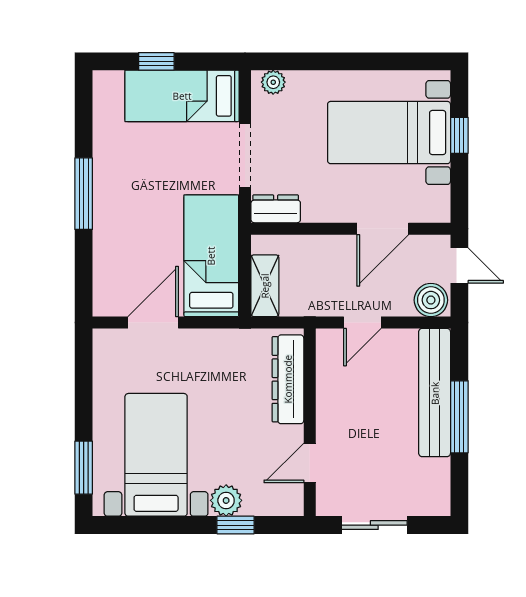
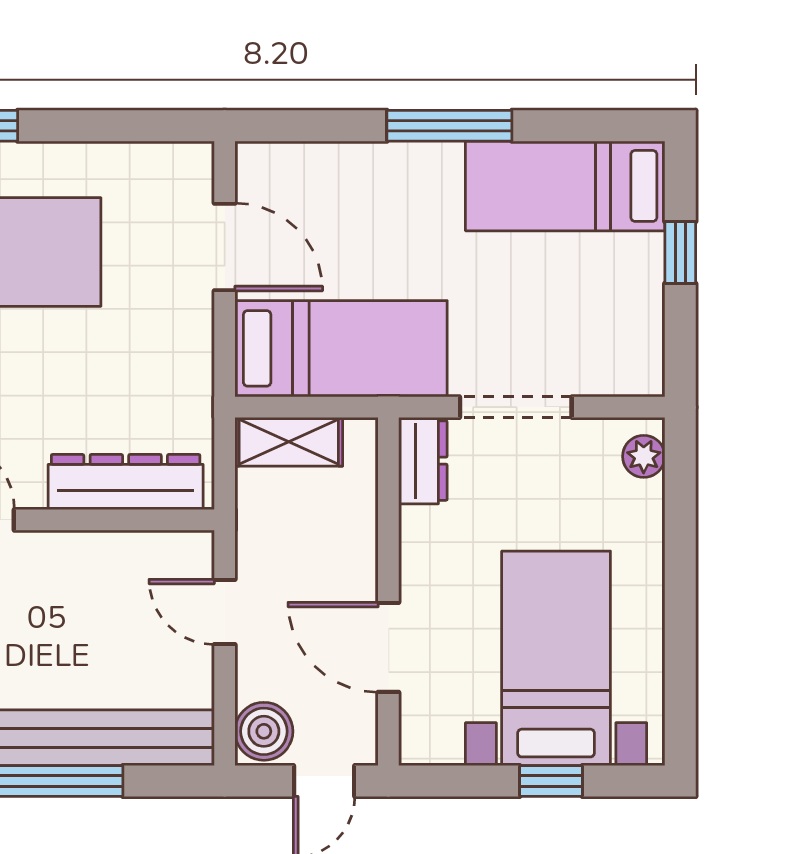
bed: (182, 96) -> (565, 186), moved, turned -90

